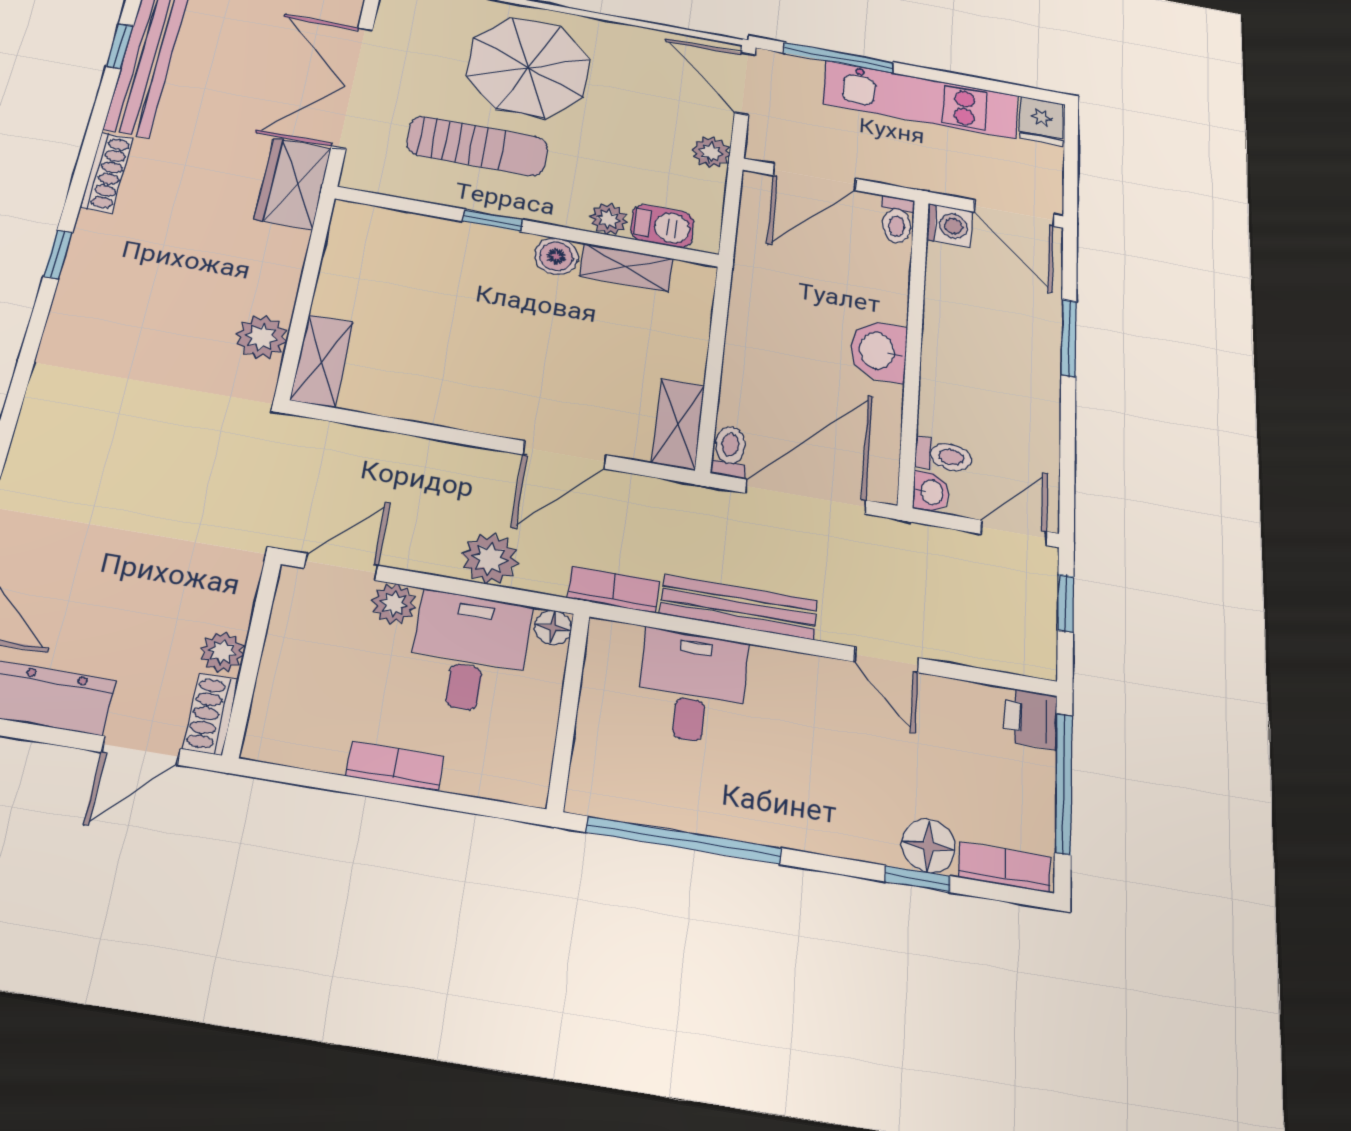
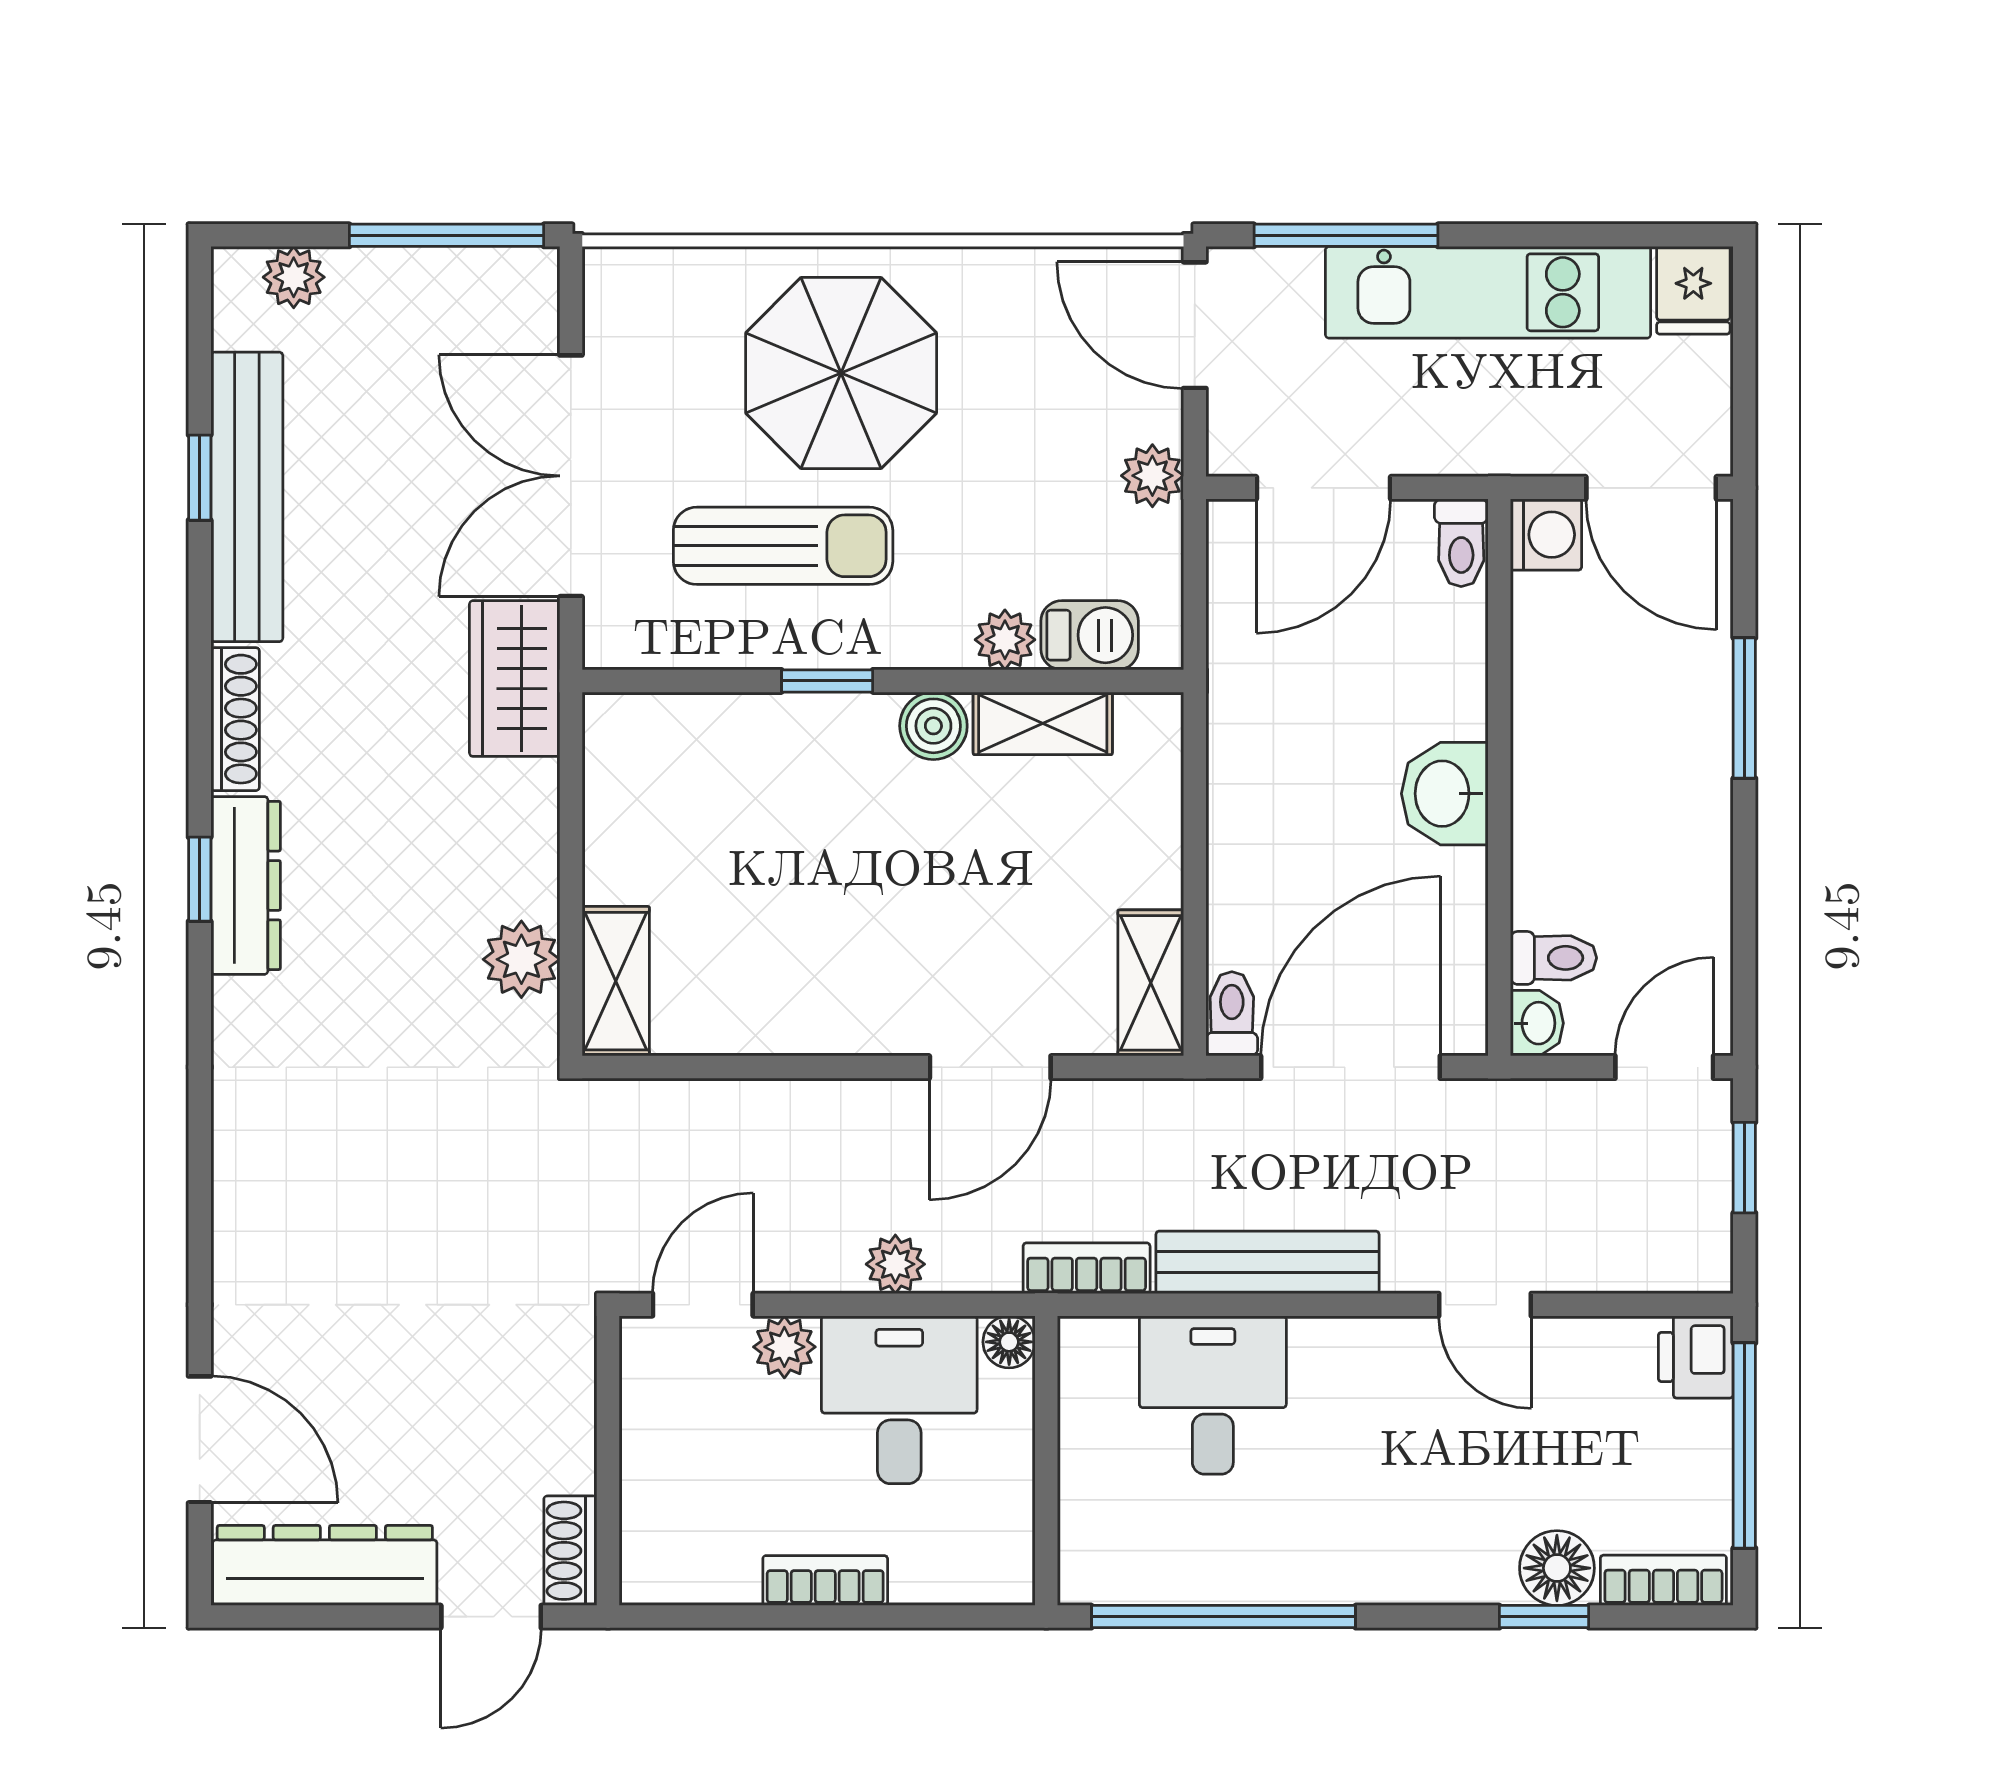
dresser: (88, 263) -> (246, 885), added
plant: (490, 559) -> (895, 1264), width x0.73, depth x0.73
plant: (222, 652) -> (567, 1460), removed

